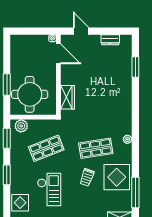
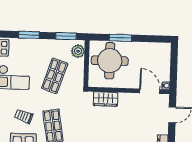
door: (58, 54) -> (150, 91), swing flipped
shop shelf: (46, 148) -> (55, 76), turned 39

